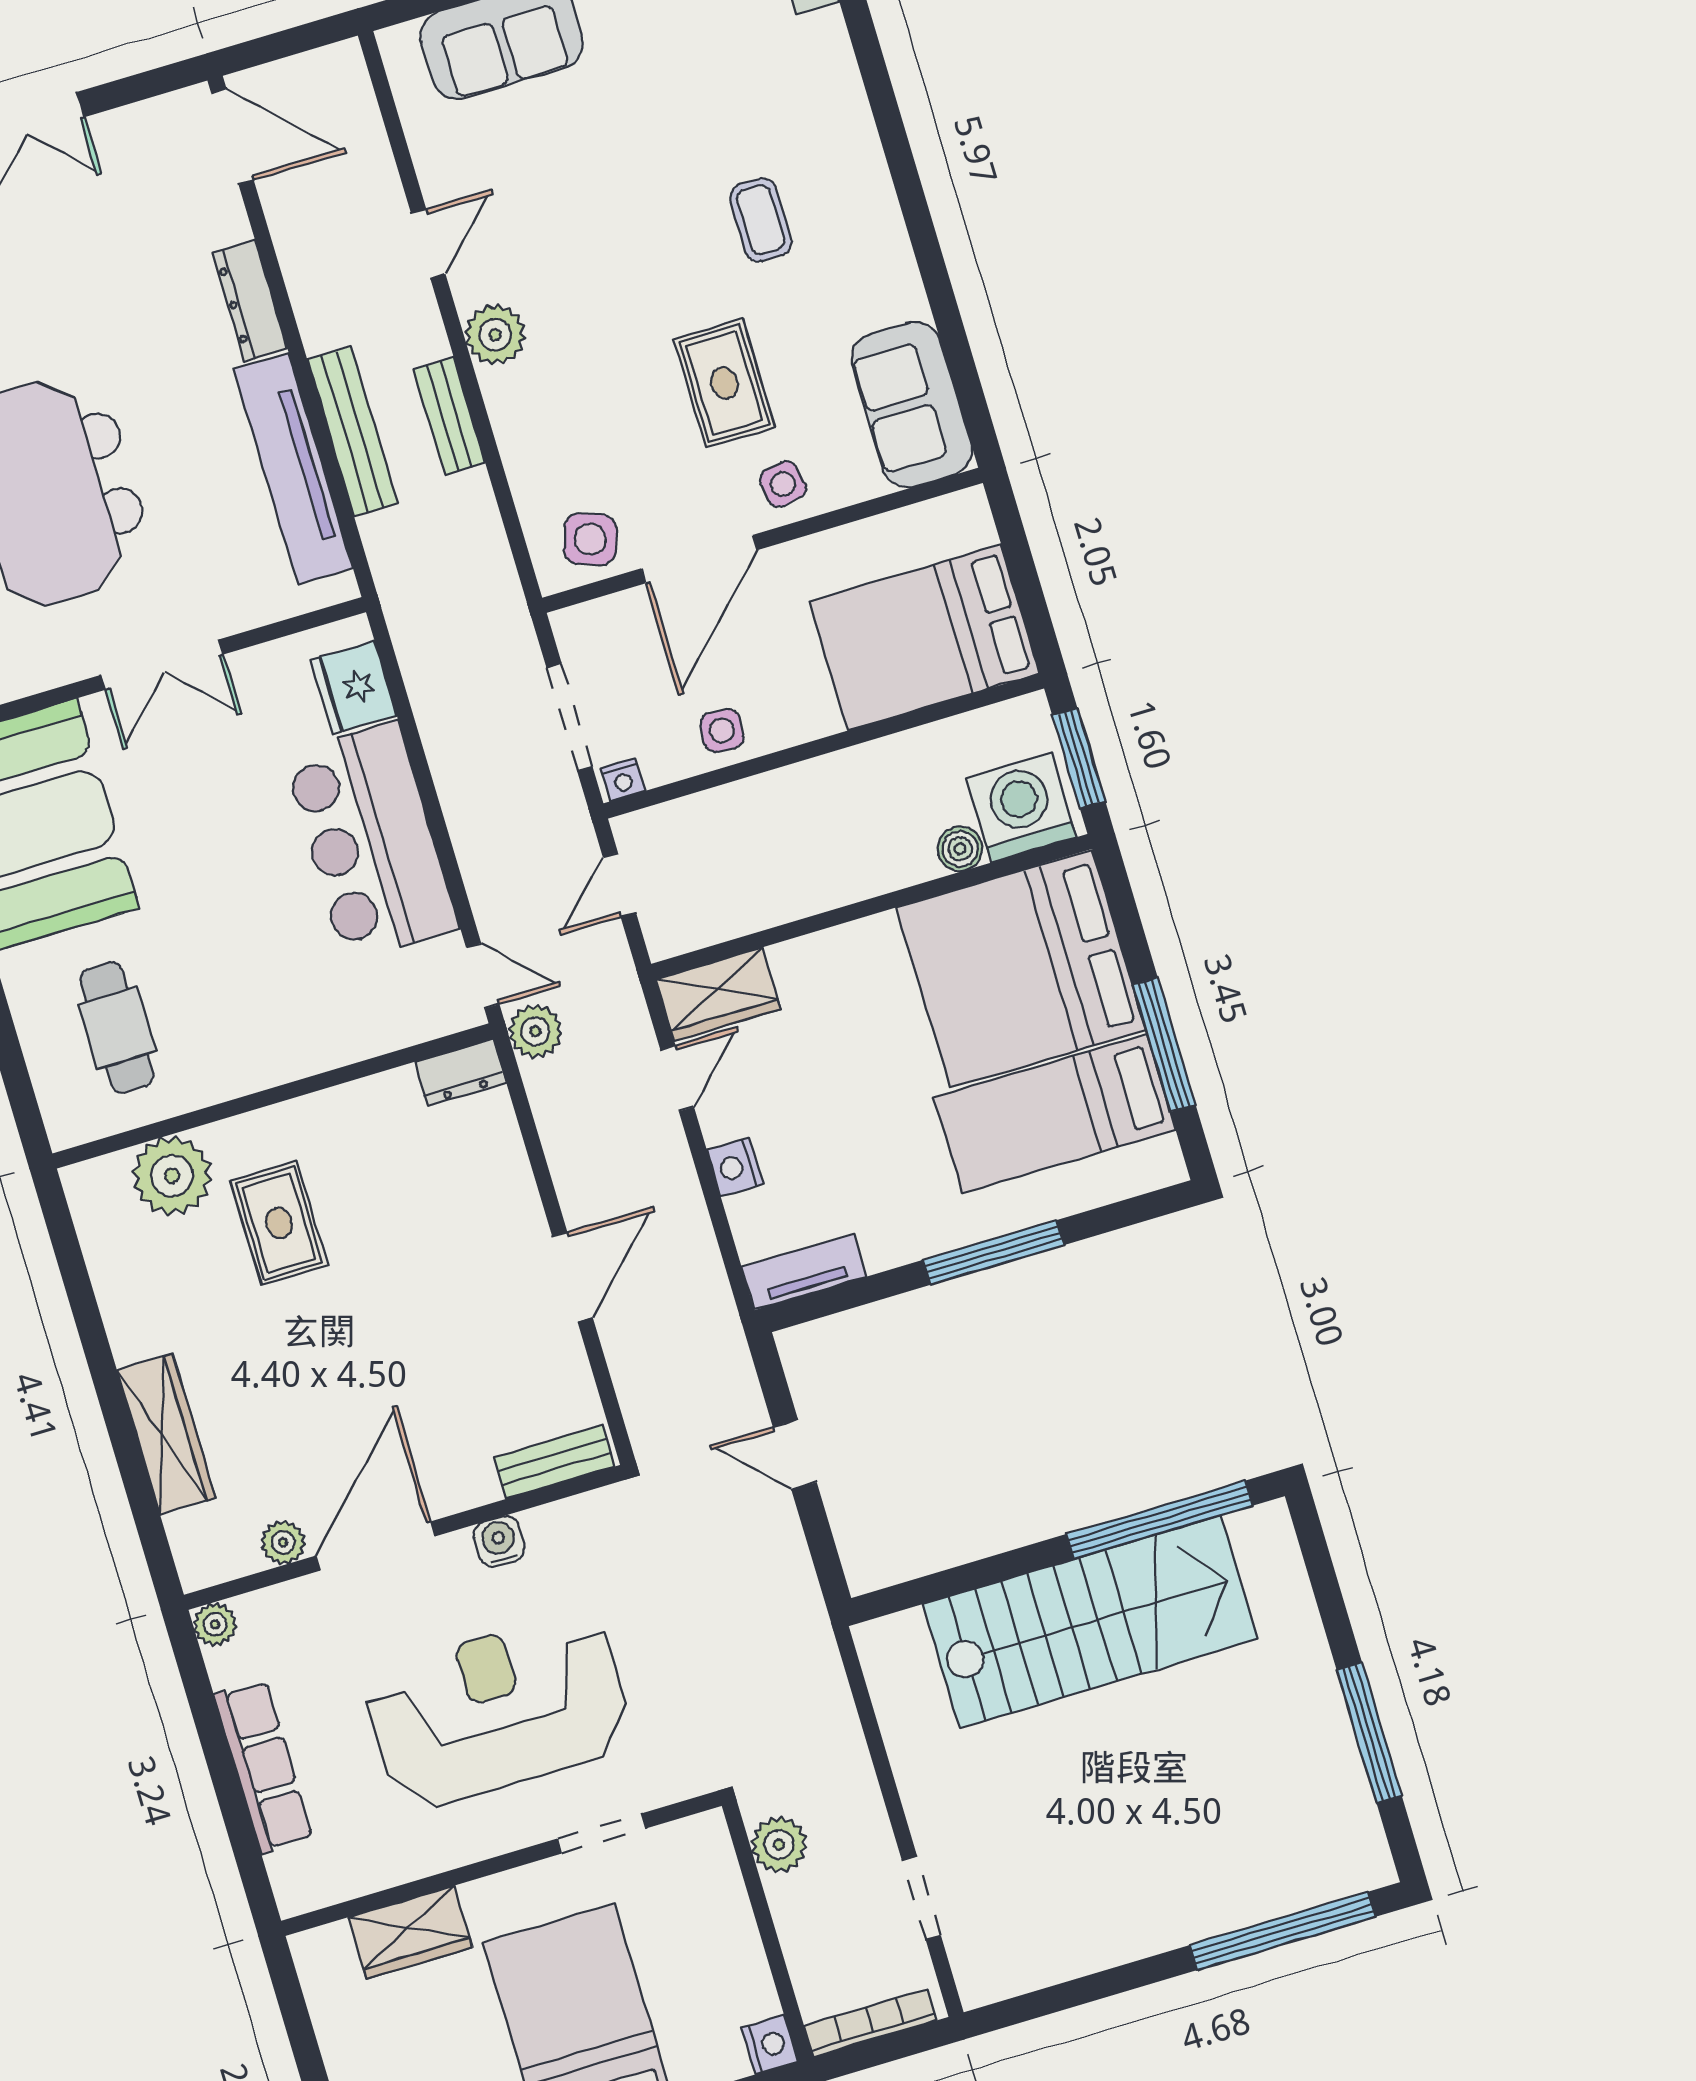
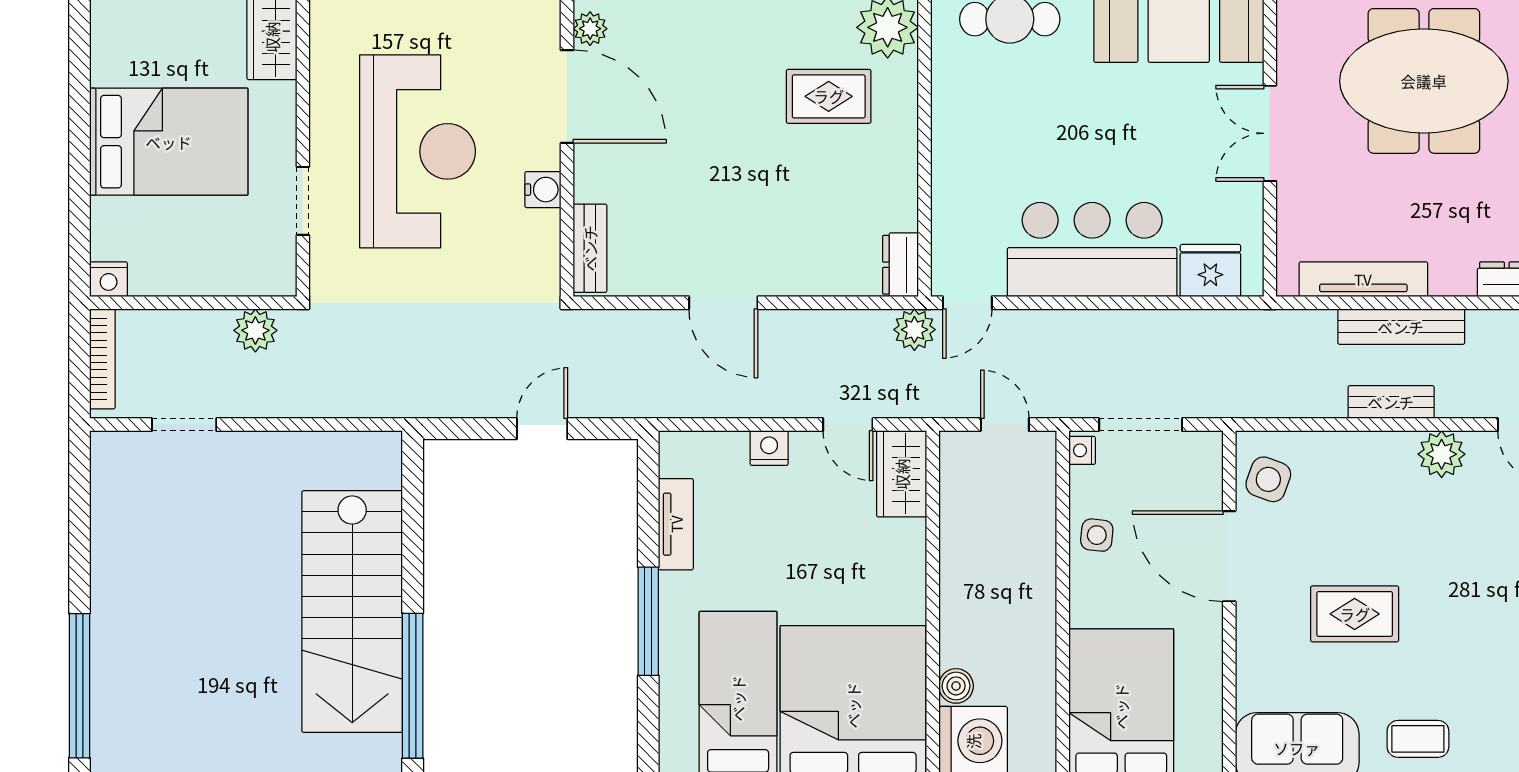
coffee table: (761, 220) -> (1418, 739), moved
tv unit: (293, 469) -> (1363, 279), width x0.73, depth x0.78
side table: (783, 484) -> (1267, 635), removed
tv unit: (804, 1272) -> (676, 524), moved

